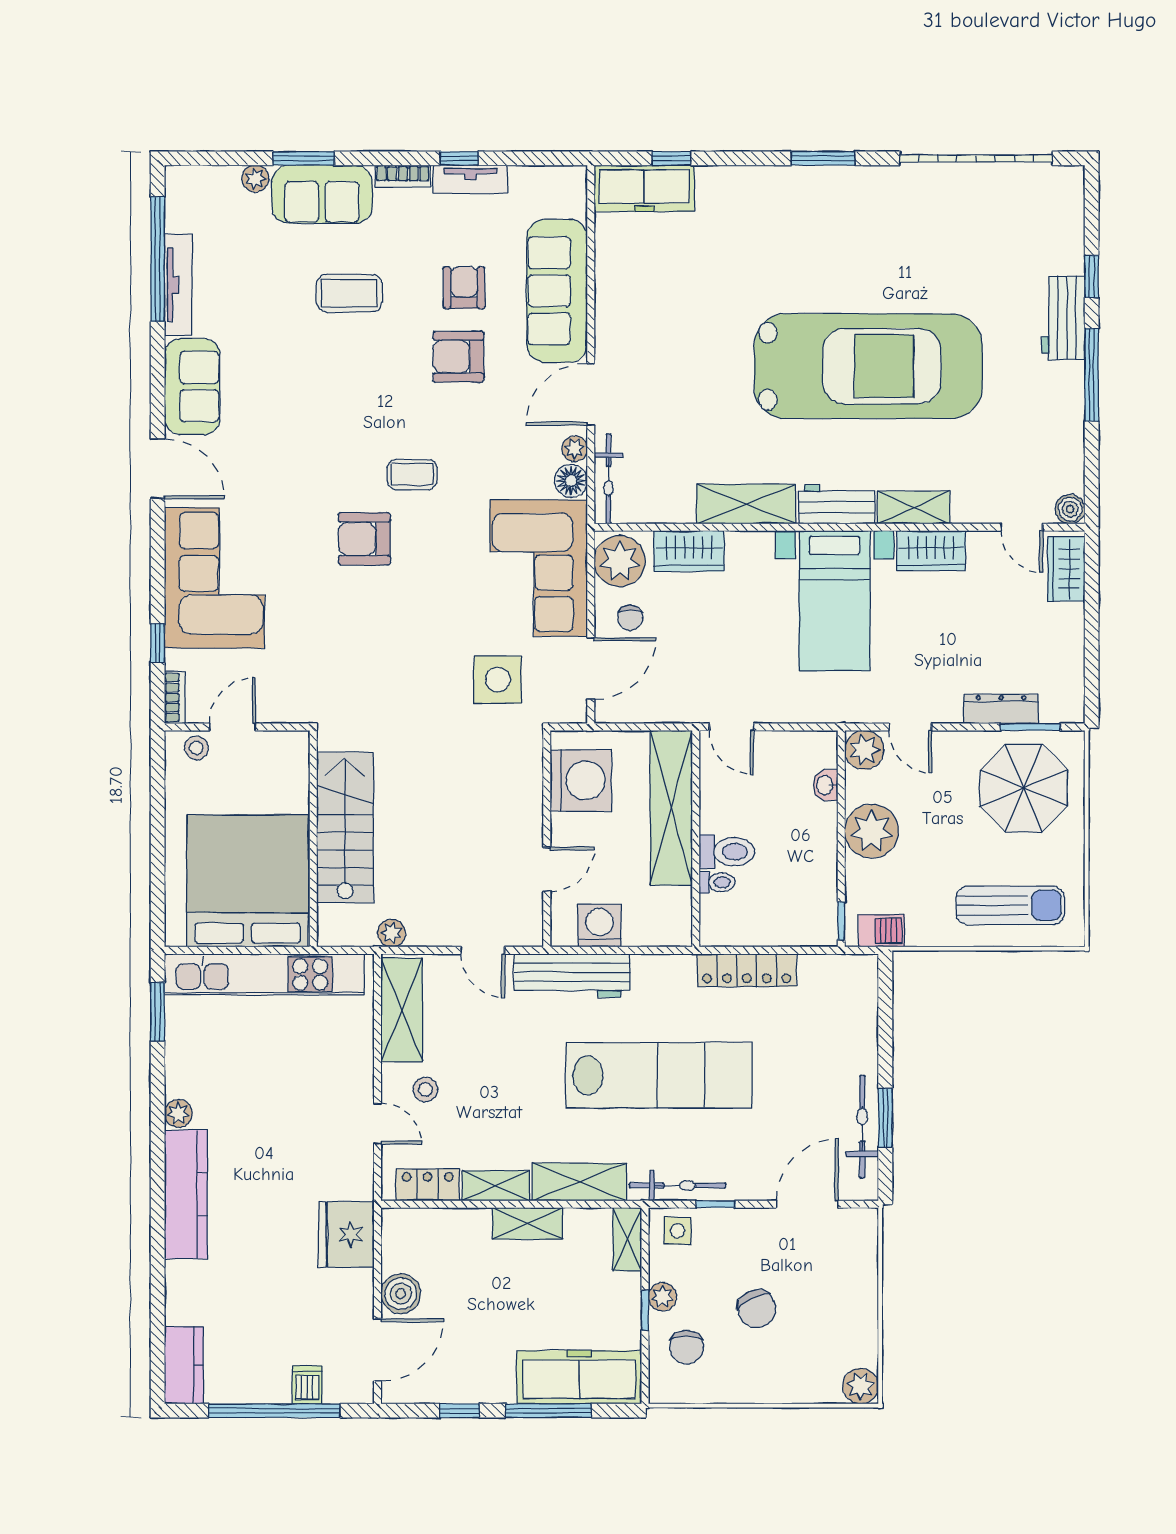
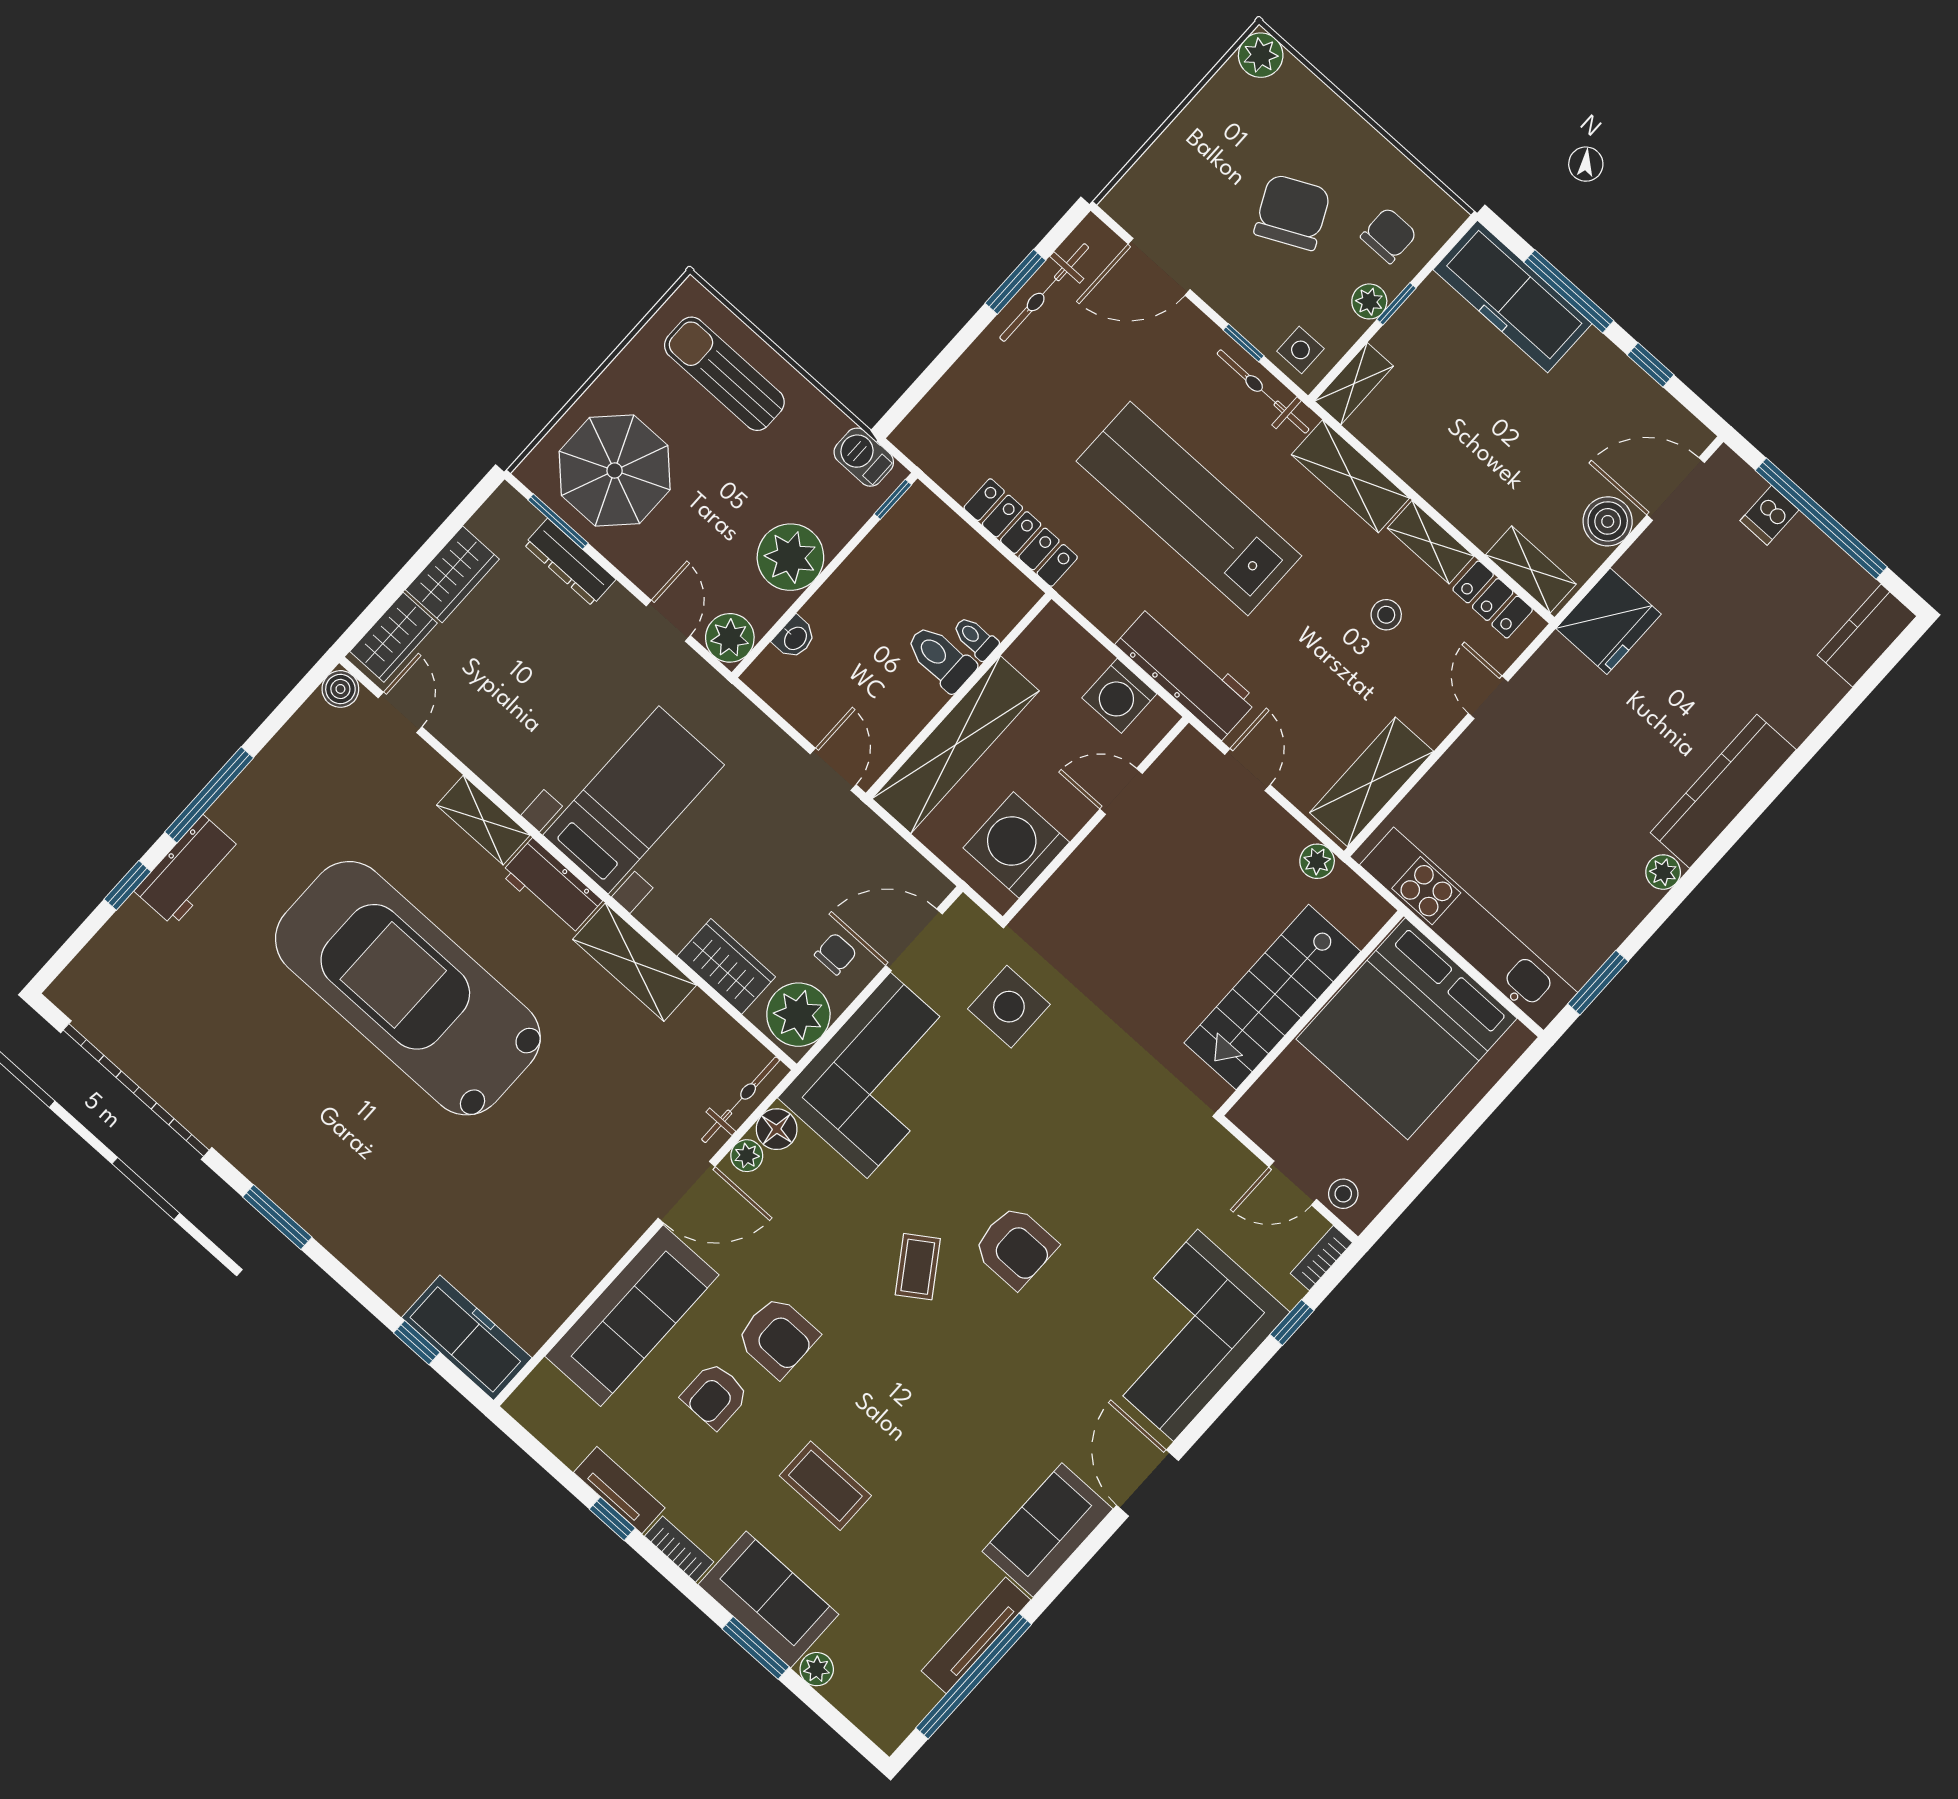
coffee table: (412, 474) -> (918, 1267), turned 56
wardrobe: (931, 551) -> (452, 574), moved, turned 90
stool: (425, 1089) -> (1386, 615), moved
shelving: (527, 1223) -> (1531, 569), moved
chair: (757, 1309) -> (1292, 212), width x1.37, depth x1.37

